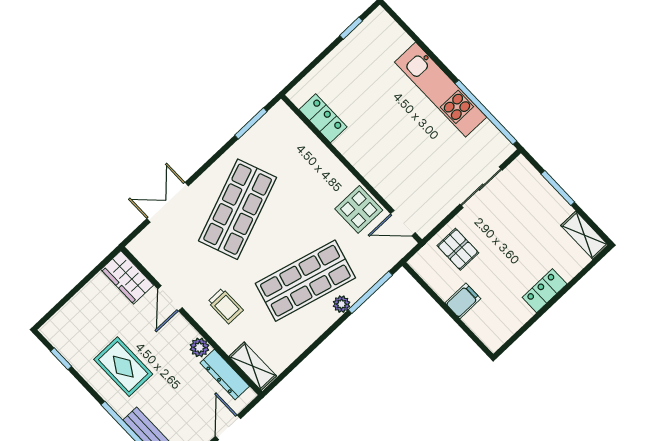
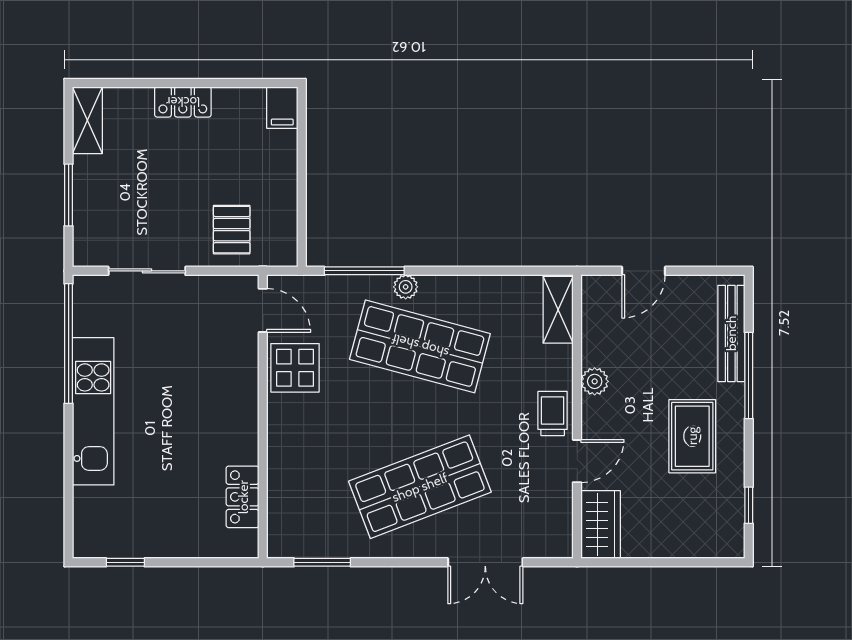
filing cabinet: (463, 301) -> (282, 108), moved, turned -90
trolley: (225, 306) -> (553, 414), moved
dresser: (225, 374) -> (595, 329), removed

